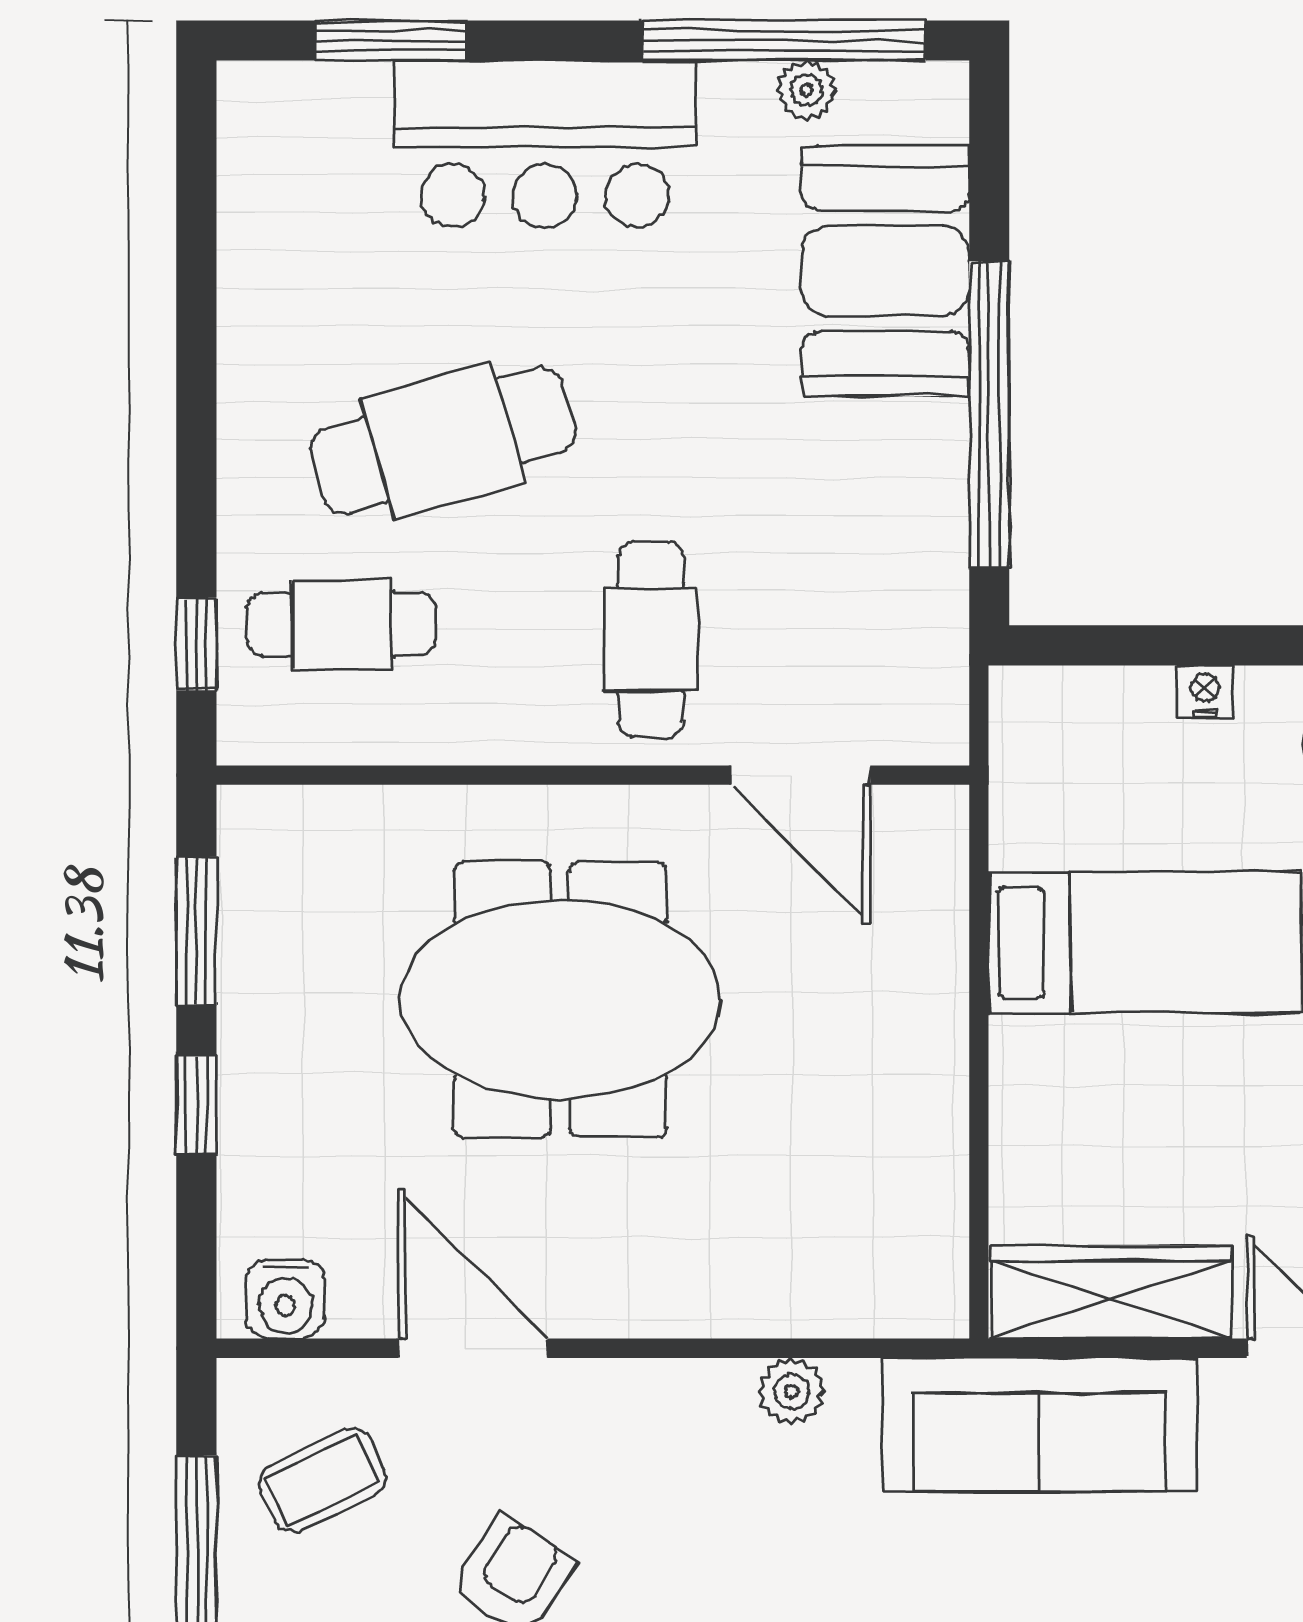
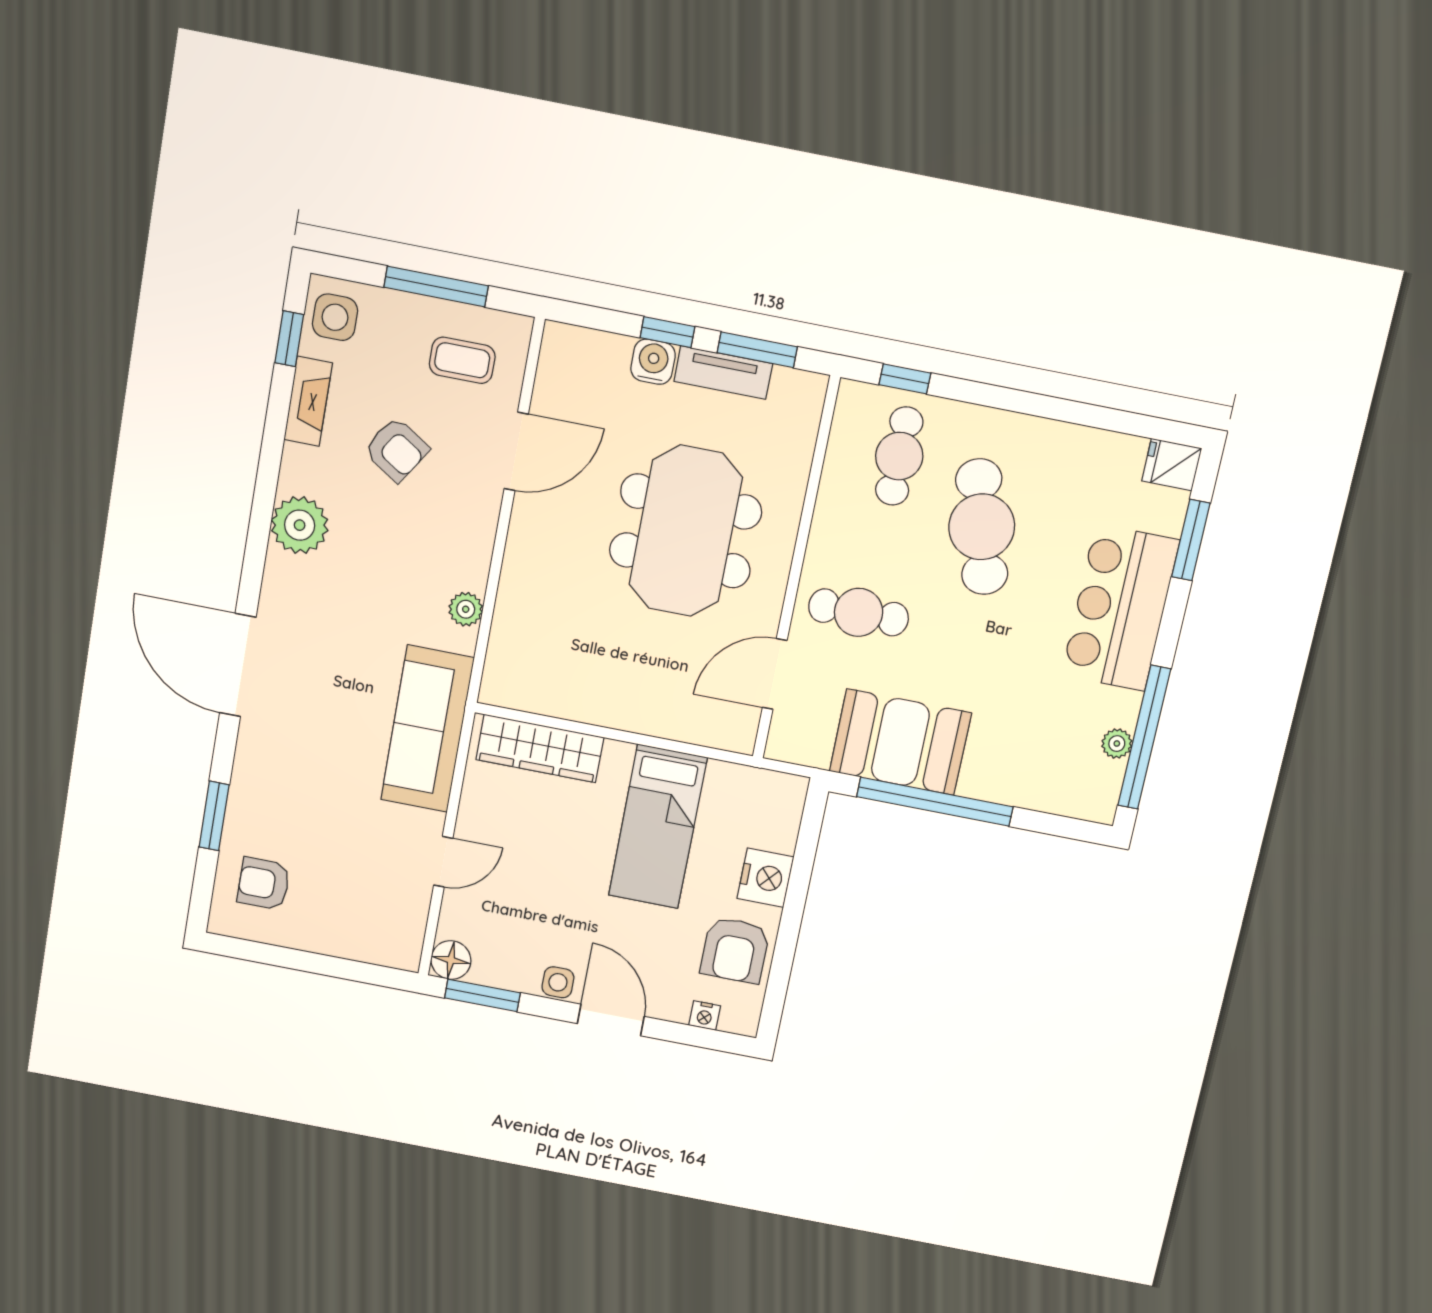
fridge: (258, 110) -> (1172, 465), added
booth: (886, 271) -> (900, 742), moved
nightstand: (1205, 692) -> (765, 878), width x1.89, depth x1.79
tv unit: (250, 986) -> (723, 373), added
wardrobe: (1111, 1292) -> (540, 748), moved, turned 90
water cooler: (285, 1299) -> (653, 362), moved, turned 90
coffee table: (323, 1480) -> (462, 360), turned -64

